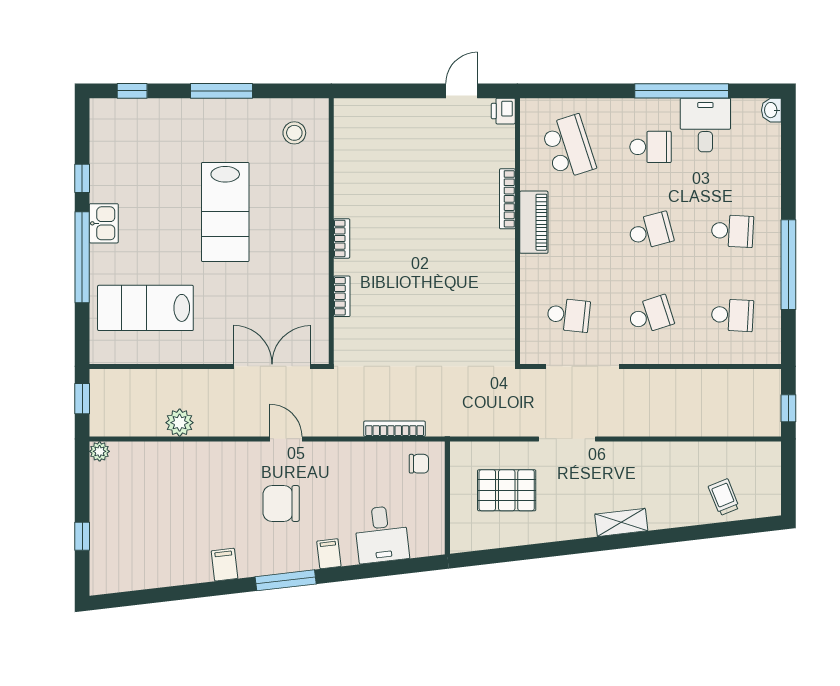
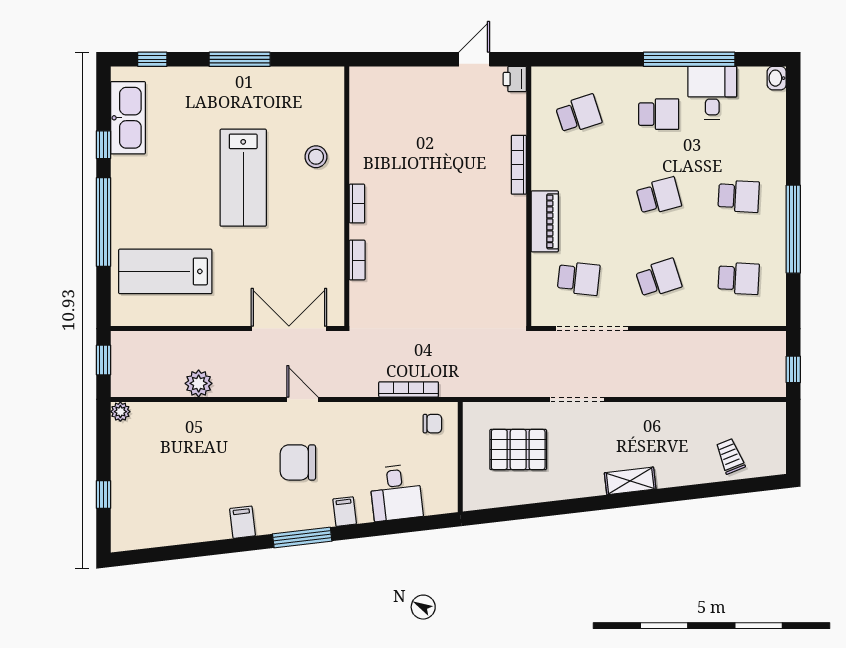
stool: (294, 133) -> (316, 157), moved
school desk: (569, 147) -> (579, 114), width x0.54
piano: (534, 222) -> (545, 221), moved
kitchen sink: (104, 223) -> (128, 118), moved, width x1.87, depth x1.24

